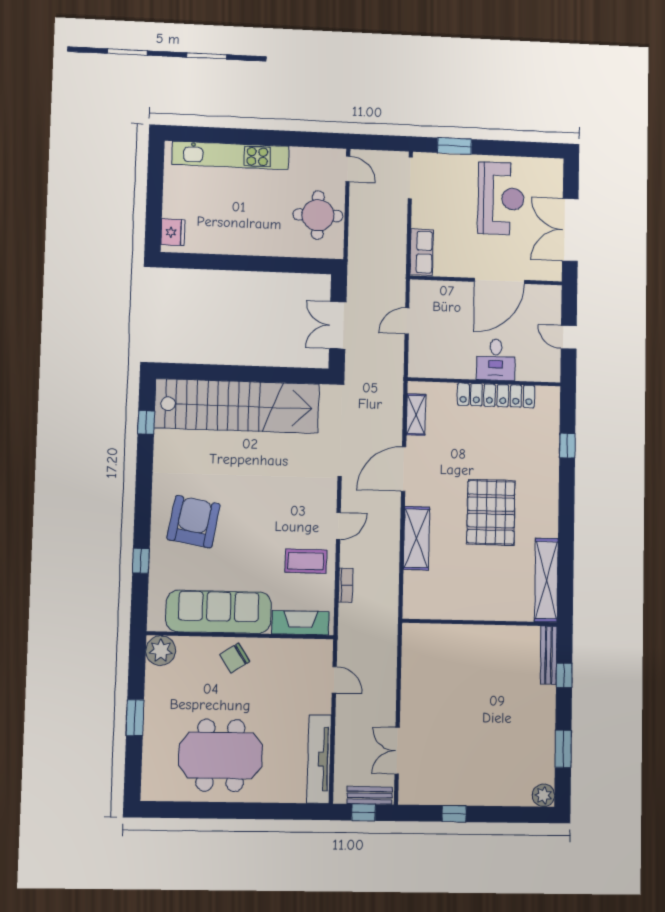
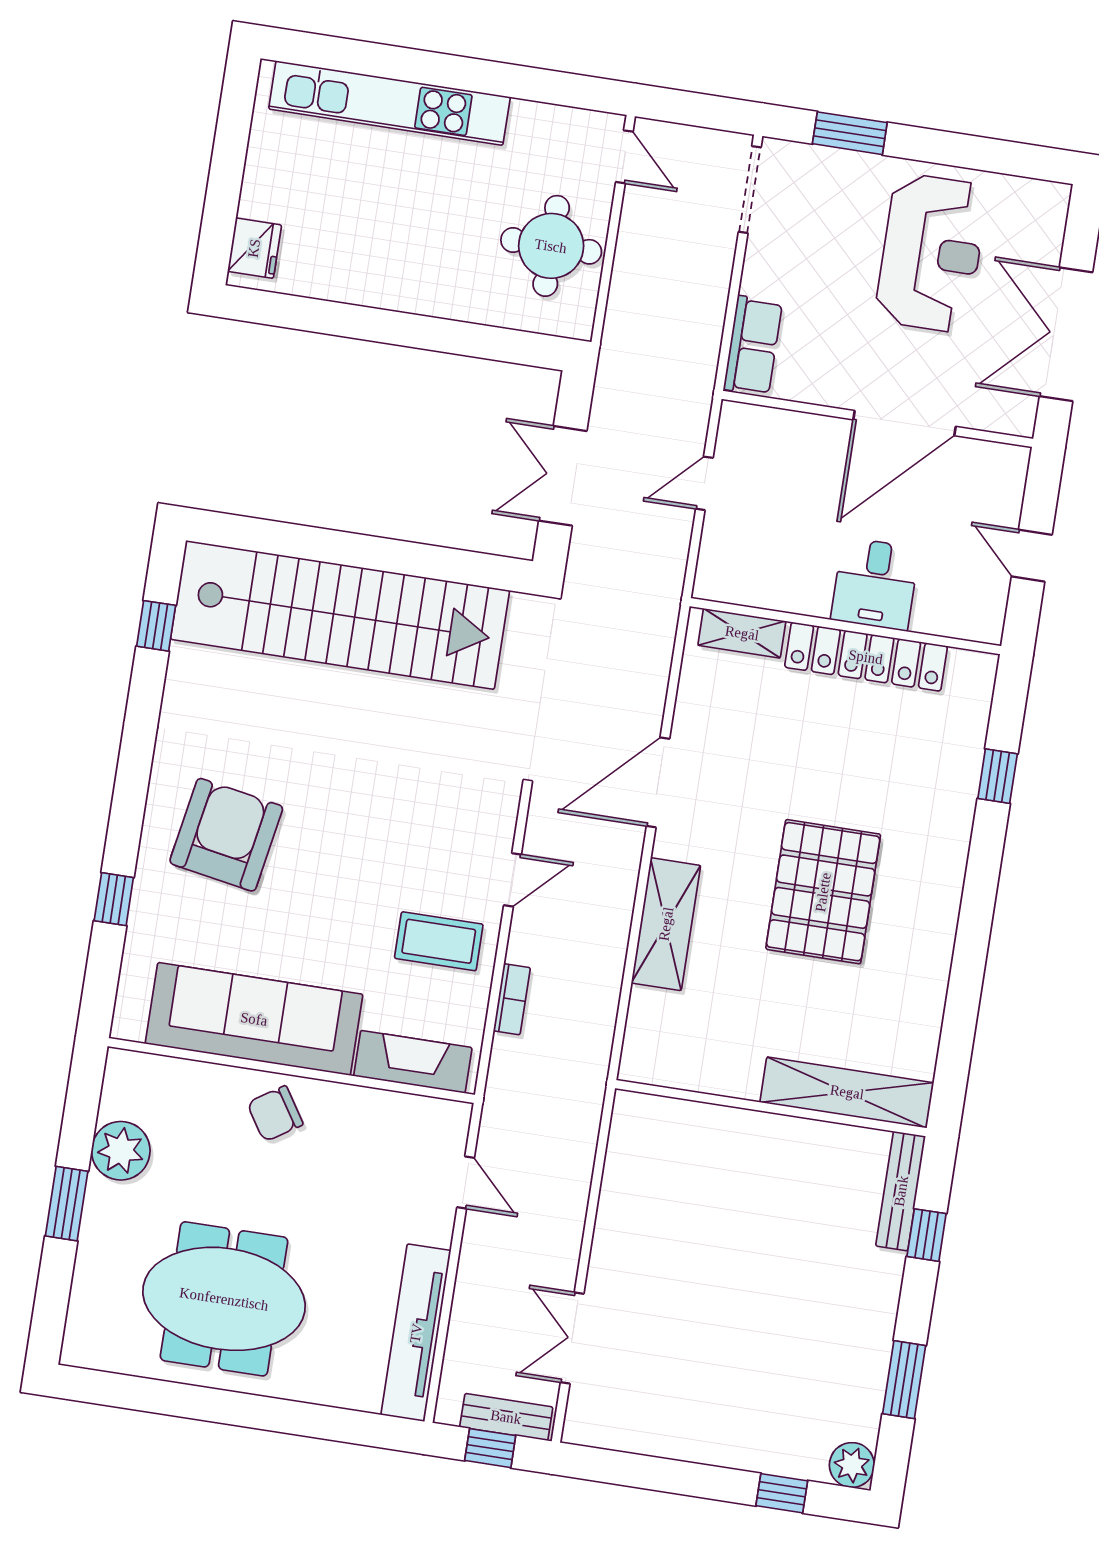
shelving: (416, 415) -> (742, 633), moved, turned 90
shelving: (546, 580) -> (847, 1092), moved, turned 90
plant: (161, 650) -> (121, 1151), moved
window: (454, 814) -> (782, 1493), moved

